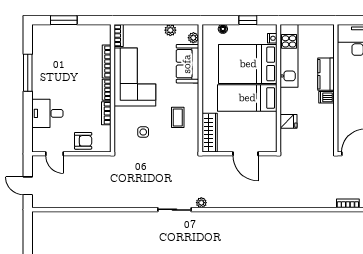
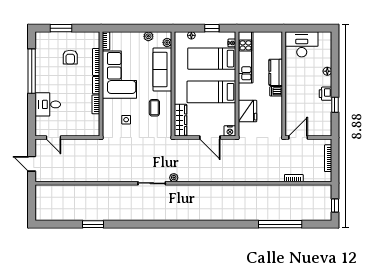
sofa: (187, 64) -> (162, 69), width x1.36
bed: (248, 64) -> (212, 59), width x0.67
window: (28, 73) -> (32, 71), width x1.46
fridge: (289, 121) -> (247, 111), width x1.88, depth x1.34
armchair: (83, 141) -> (70, 57), moved, turned 90
nightstand: (270, 146) -> (230, 131), added

